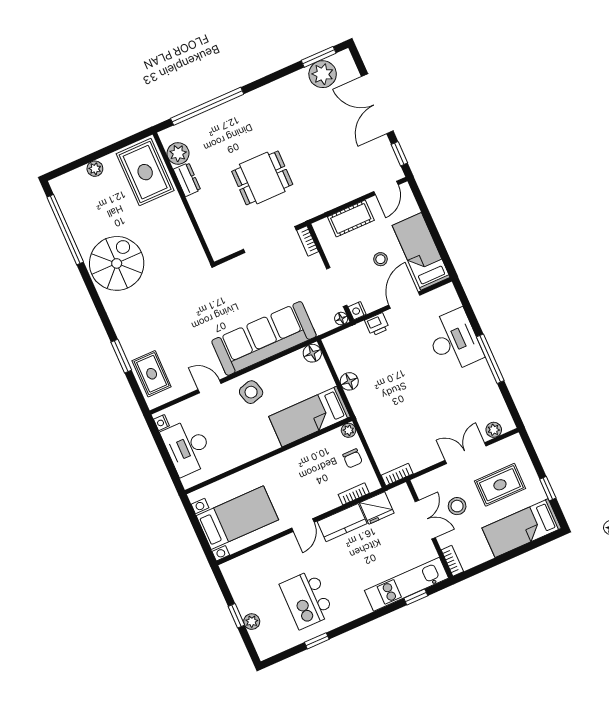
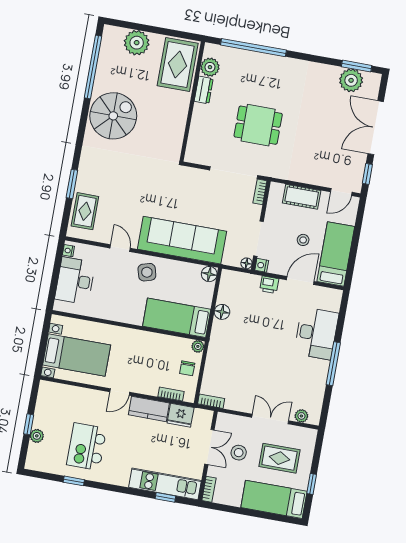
plant: (95, 169) -> (137, 43), width x1.87, depth x1.87

